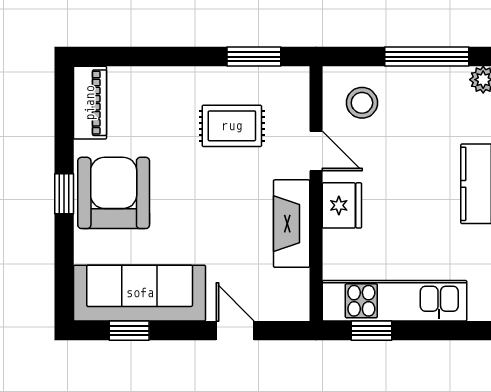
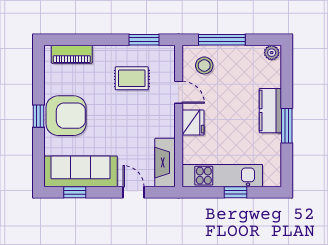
window: (427, 57) -> (222, 40), moved
piano: (90, 103) -> (72, 54), moved, turned 90
armchair: (114, 193) -> (66, 116), turned 90
fireplace: (292, 224) -> (165, 163), moved
window: (371, 331) -> (235, 192), moved

